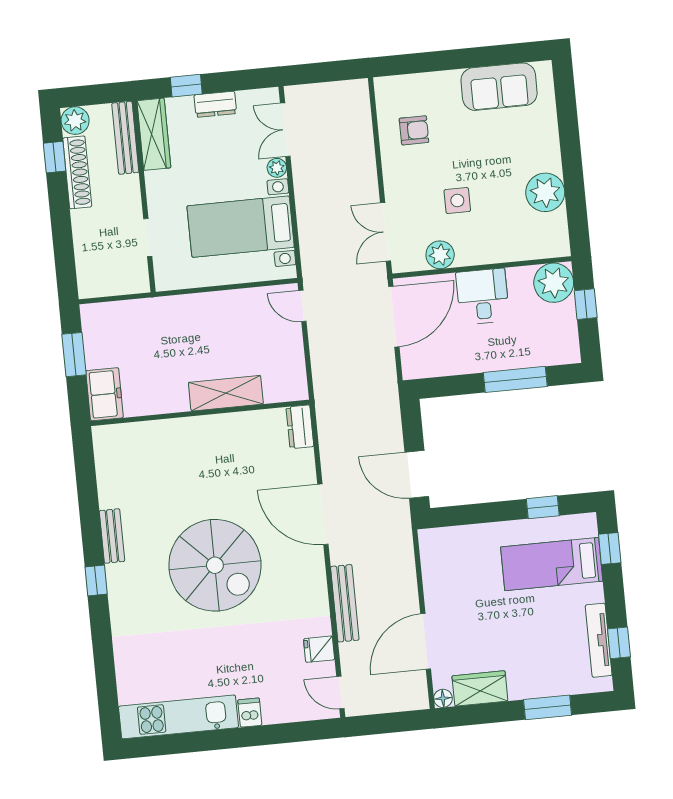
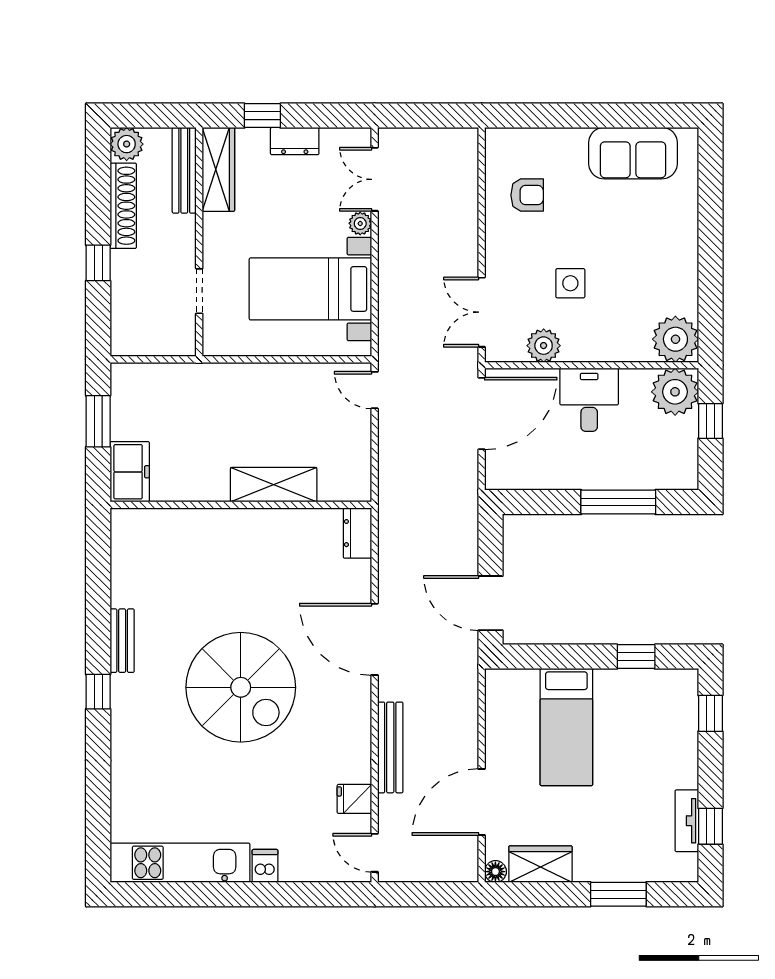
window: (55, 157) -> (98, 263), moved
plant: (545, 192) -> (675, 339), moved
bed: (552, 564) -> (566, 727), moved, turned -90
tv unit: (599, 640) -> (687, 821), width x0.71

